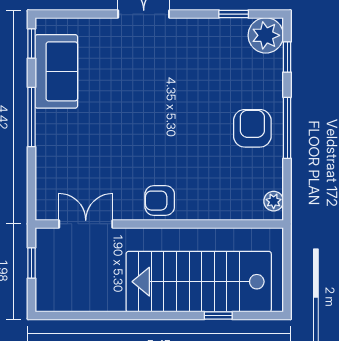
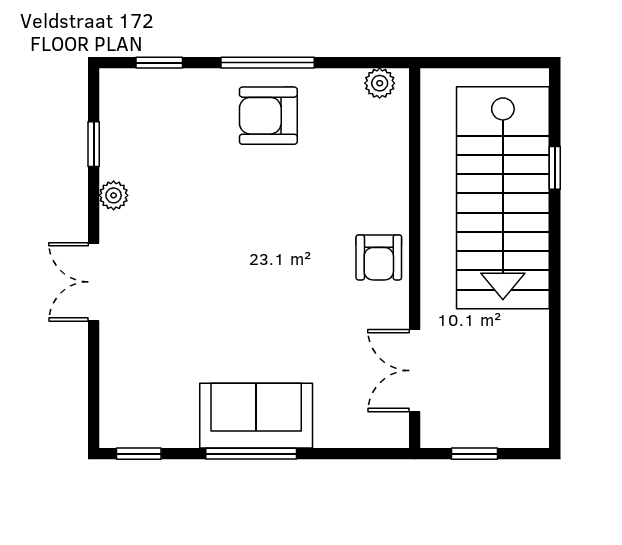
plant: (266, 35) -> (114, 195), moved, width x0.53, depth x0.53
sofa: (56, 71) -> (256, 416), moved

